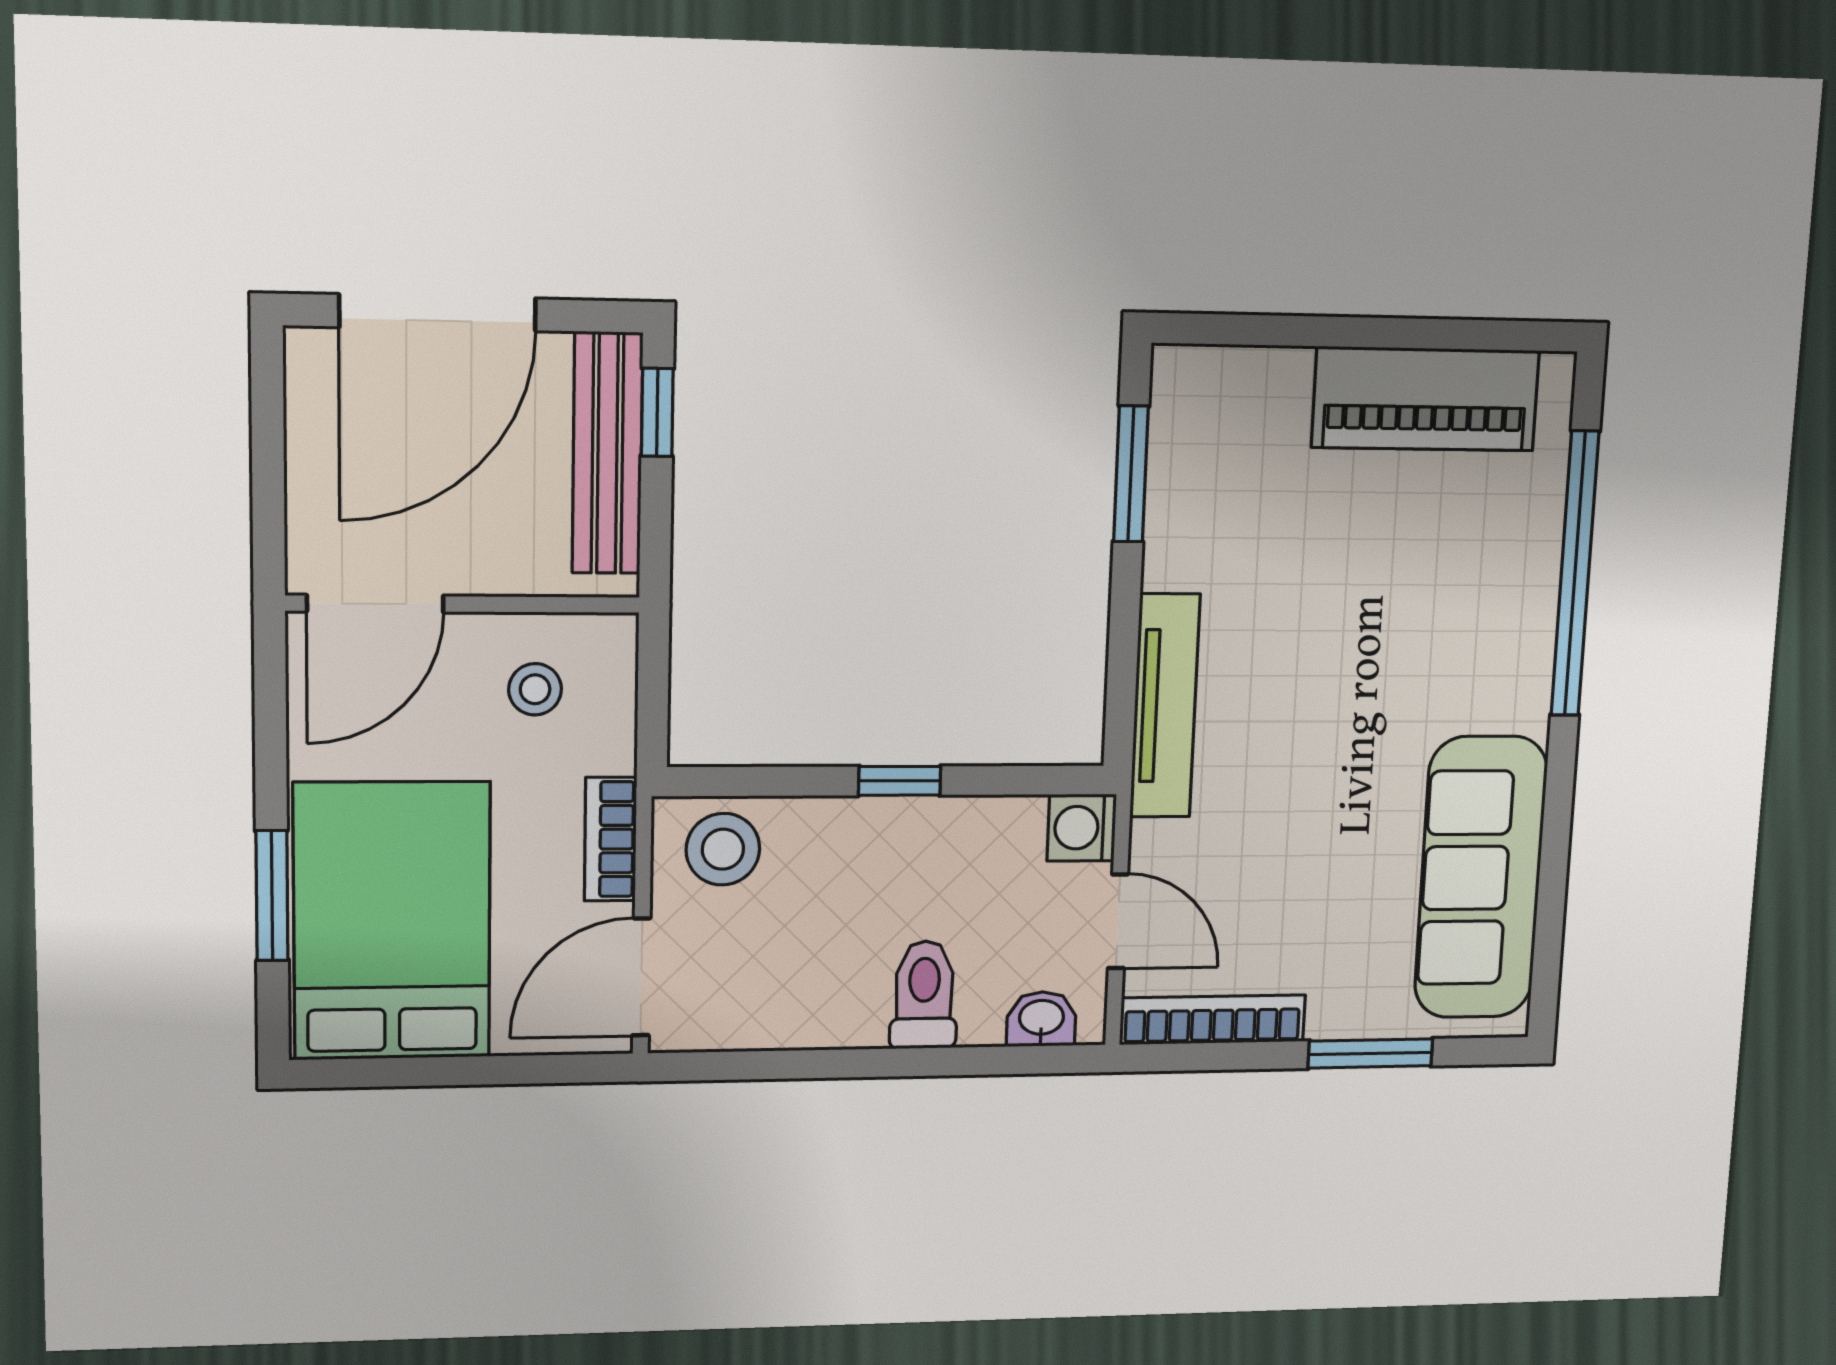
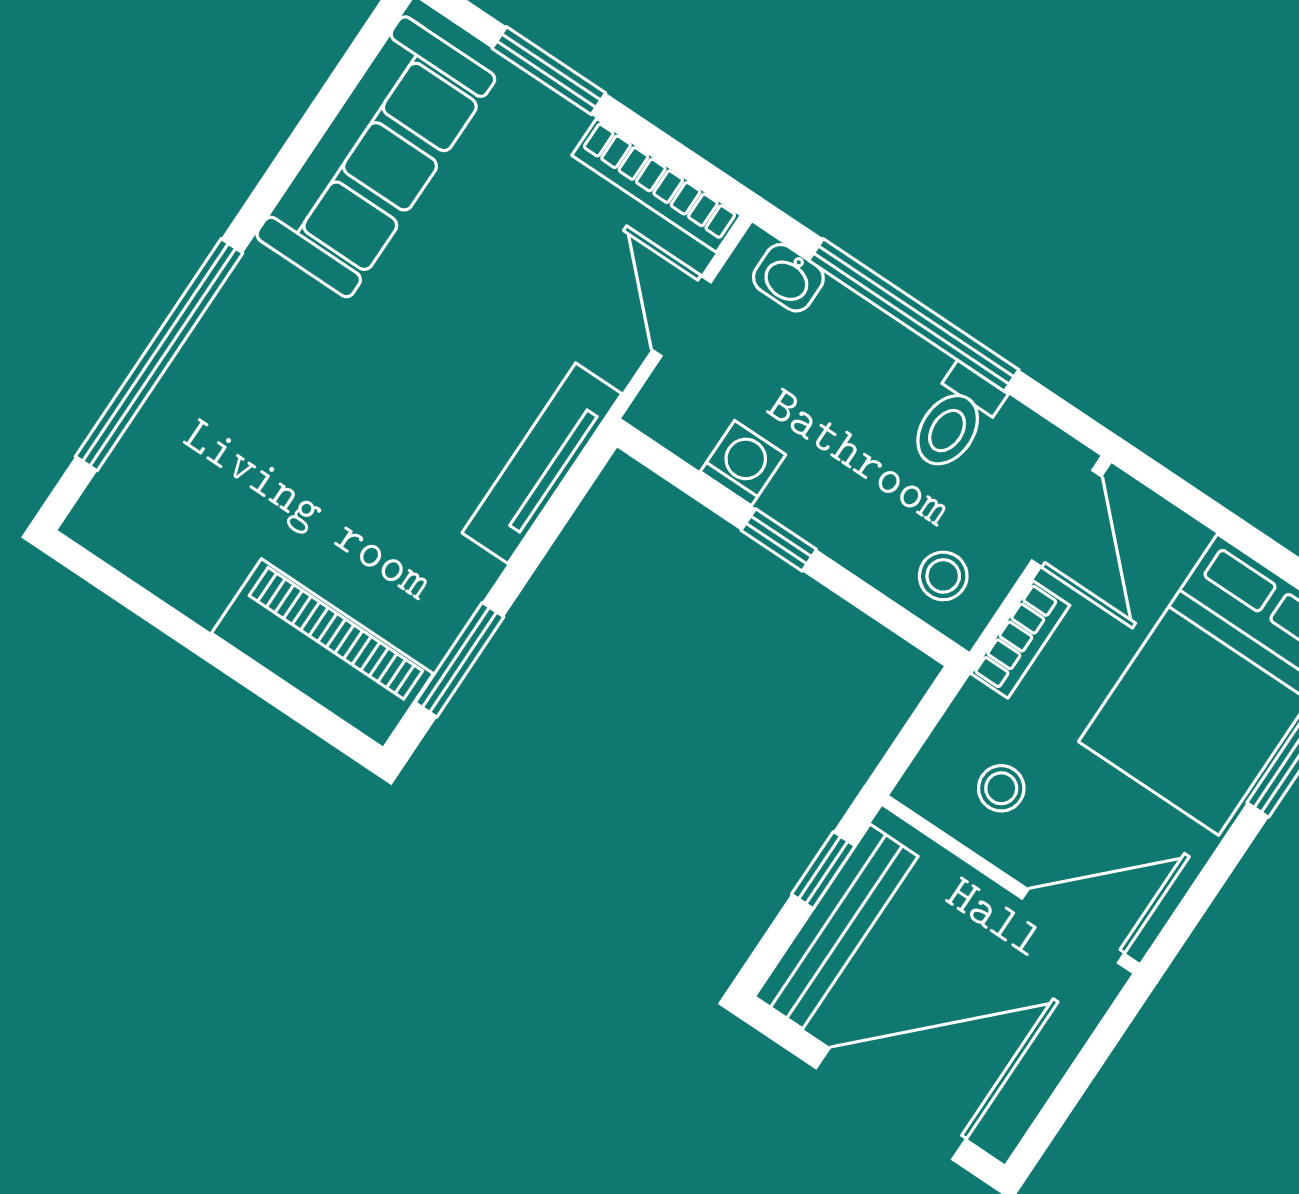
piano: (1426, 399) -> (322, 653), moved
window: (657, 412) -> (823, 870), moved
washing machine: (1082, 828) -> (743, 463), moved, turned -90
stool: (723, 849) -> (943, 576), width x0.73, depth x0.73
door: (641, 977) -> (1067, 518), hinge flipped
toilet: (924, 995) -> (955, 419), moved
window: (905, 1062) -> (914, 315), added

